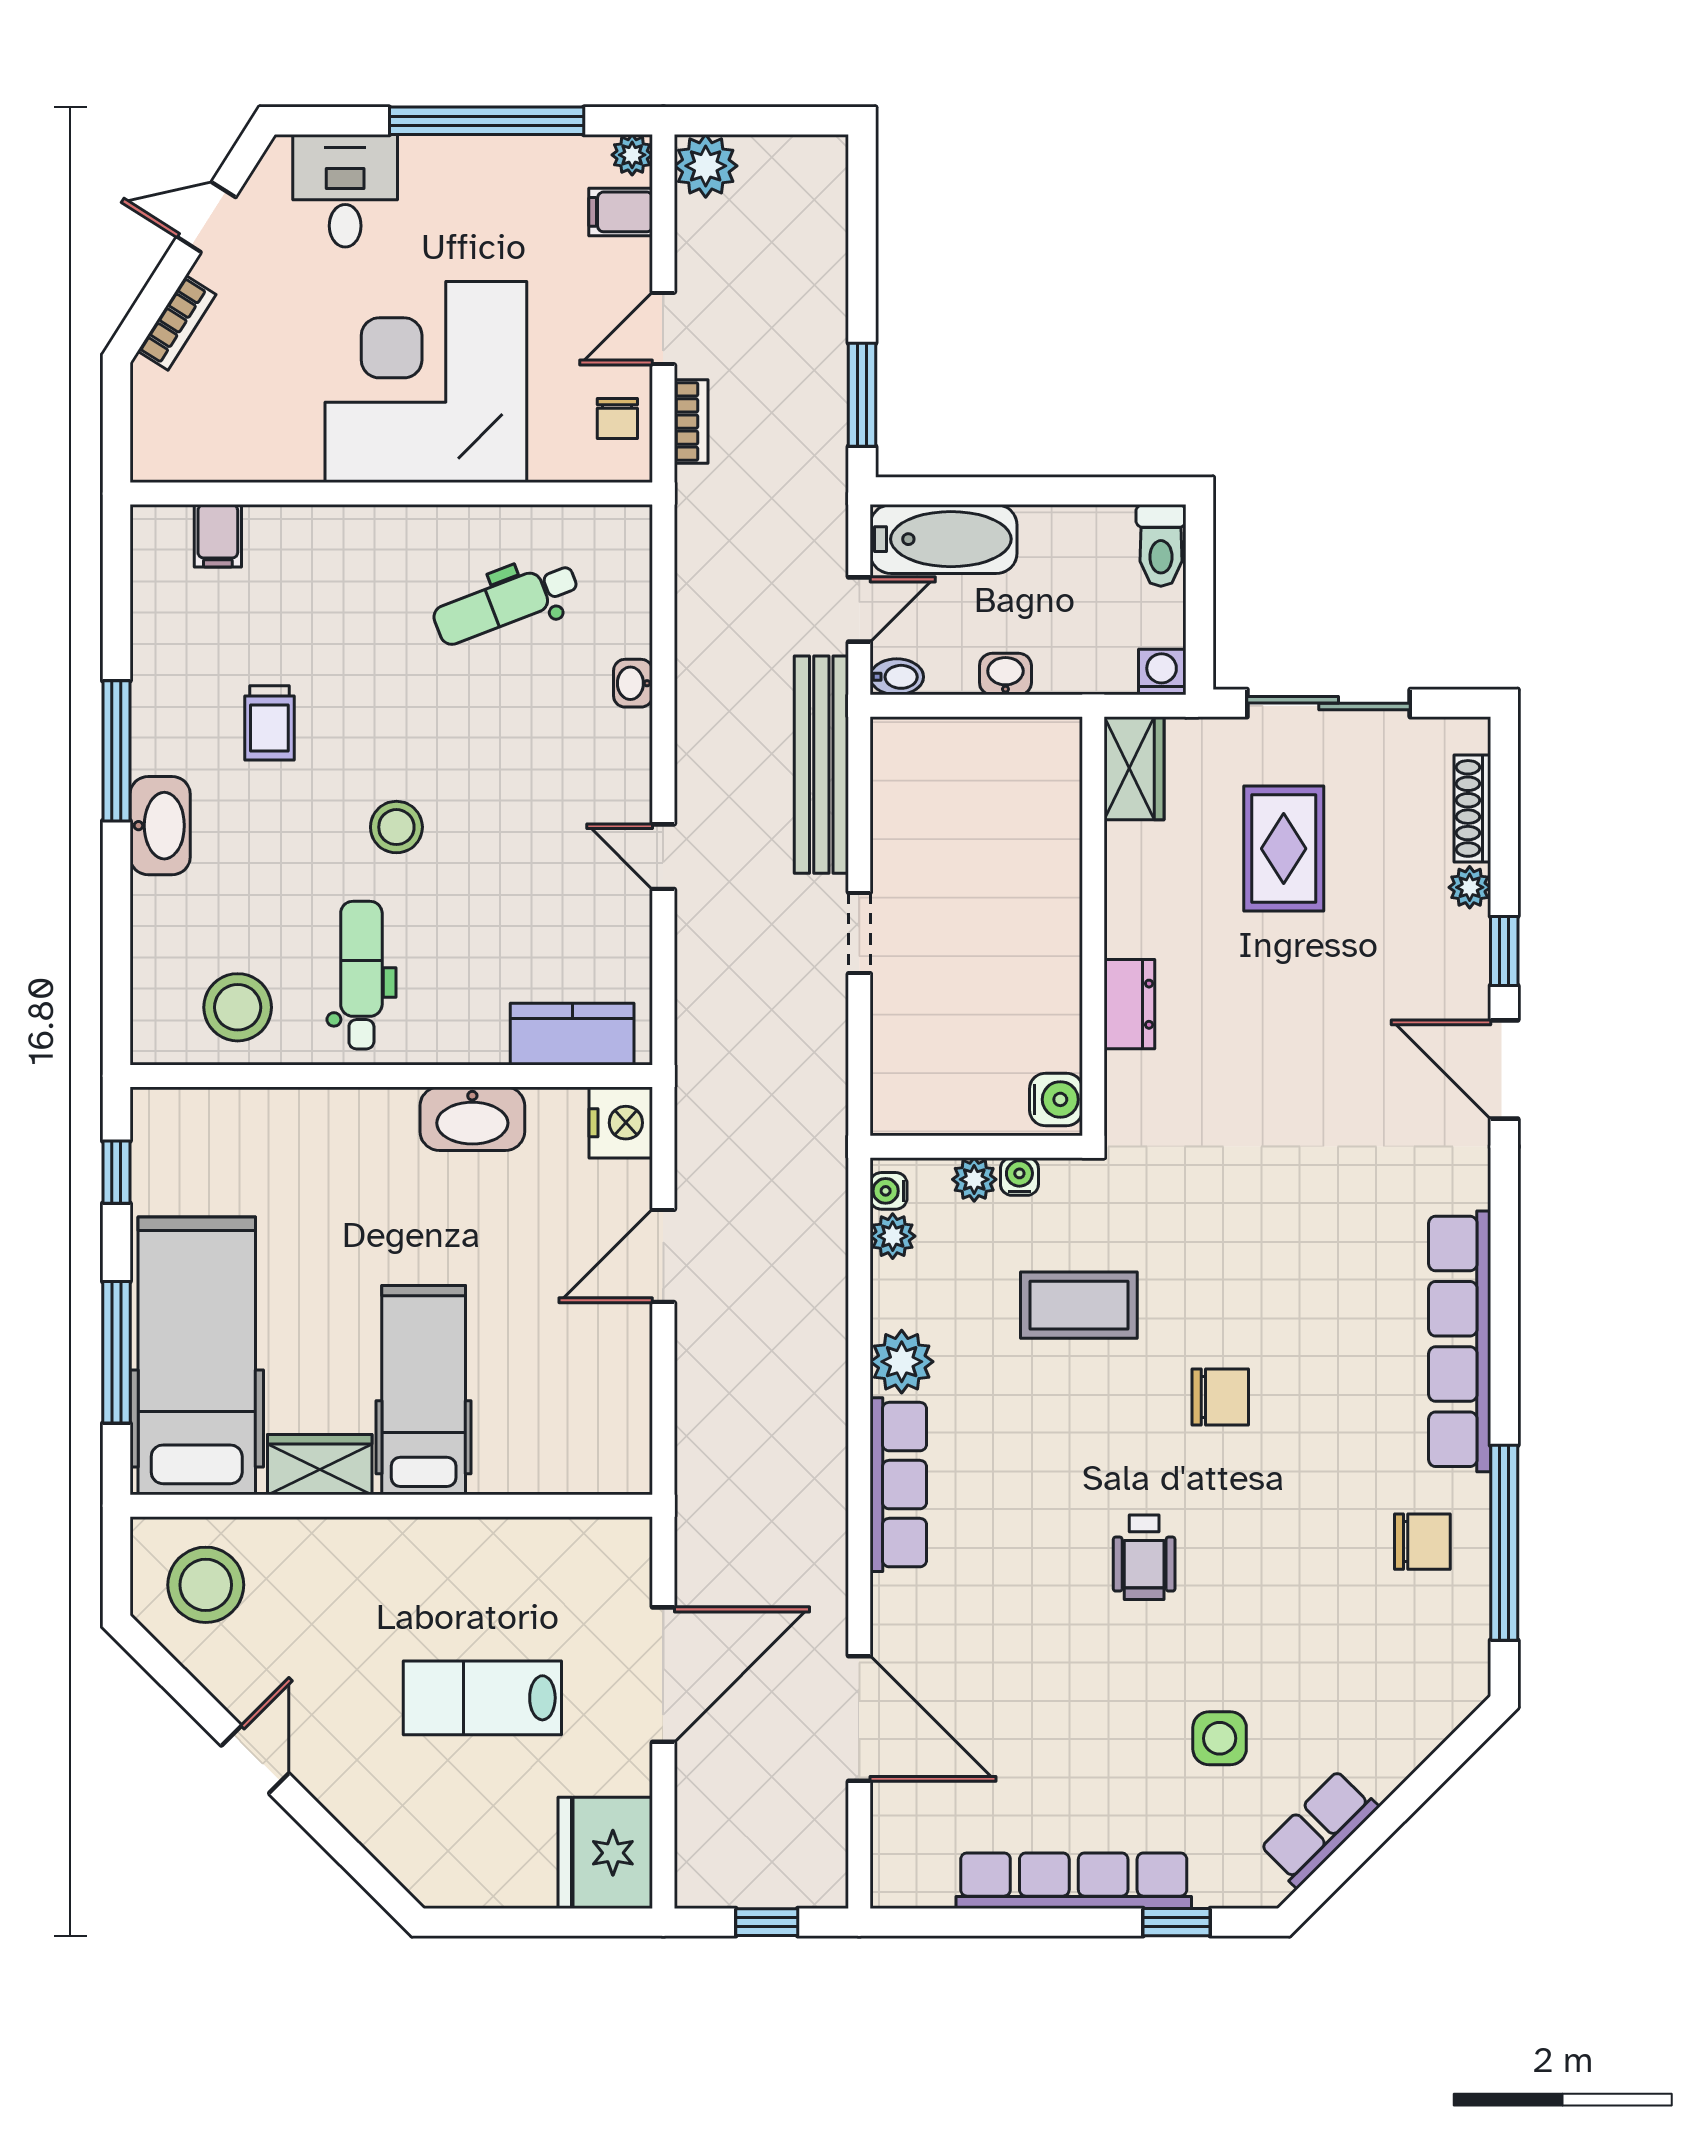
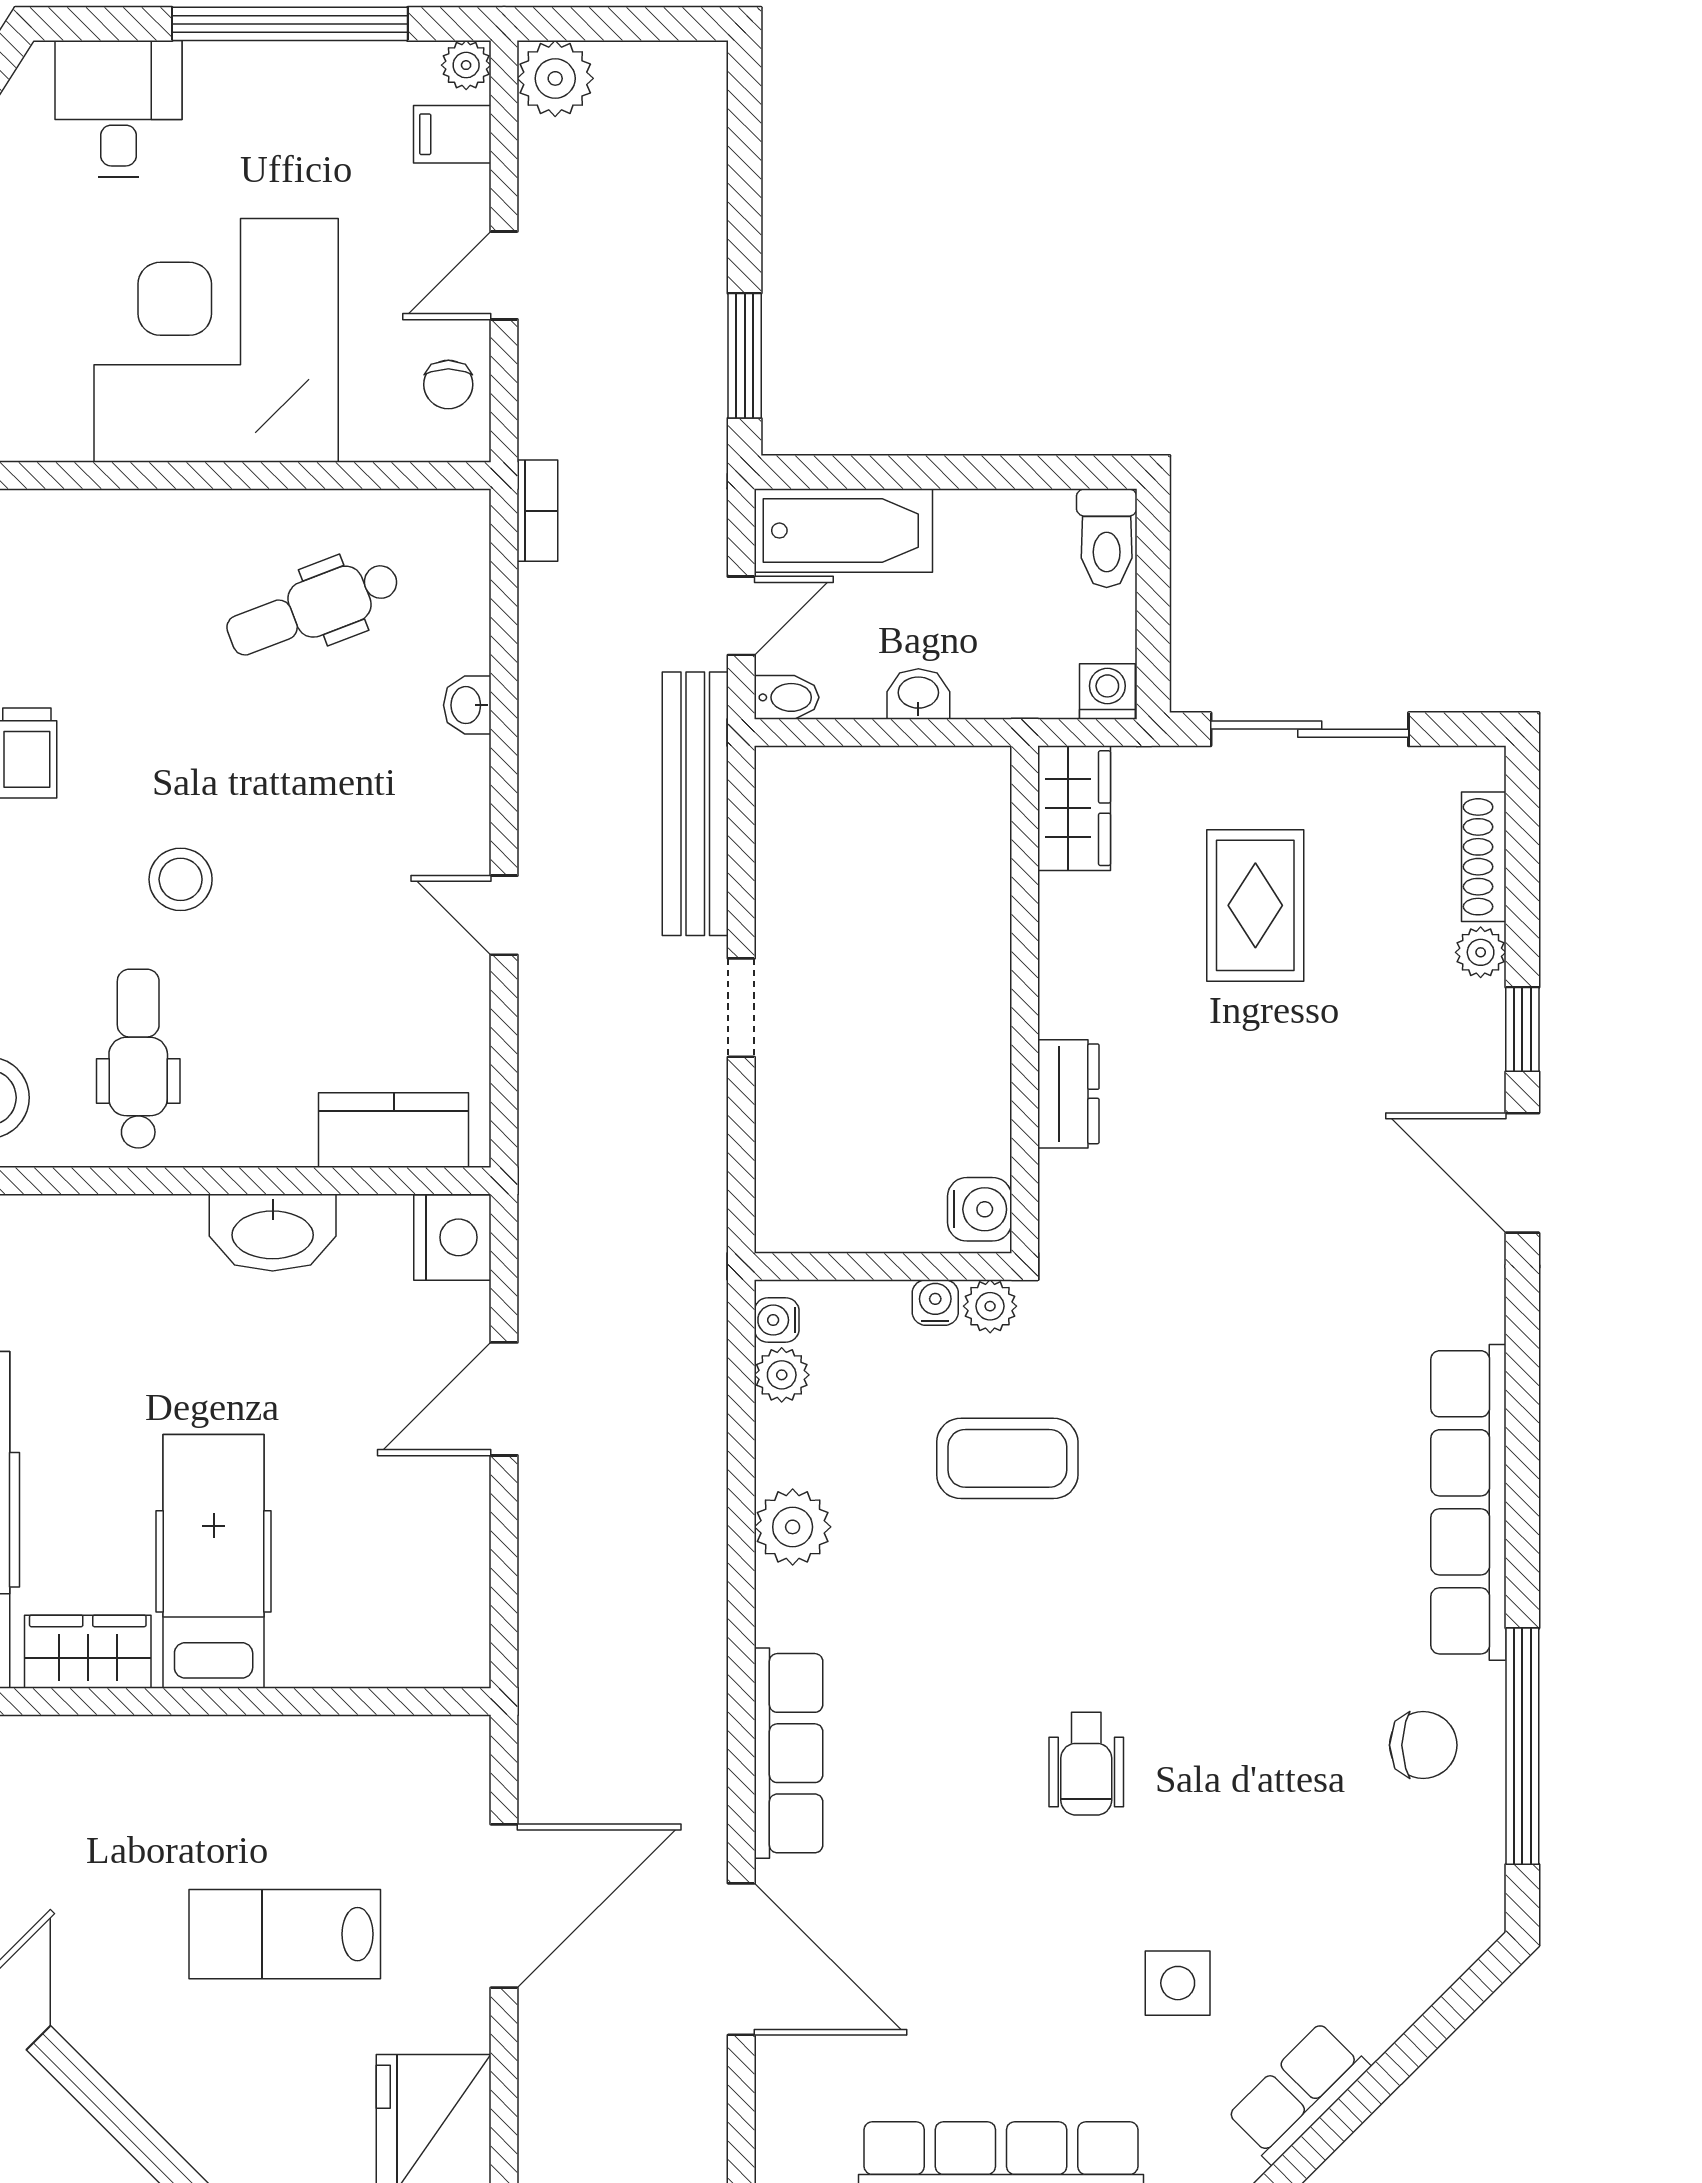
bookcase: (691, 422) -> (537, 511), moved
plant: (974, 1179) -> (990, 1306), moved
chair: (1220, 1397) -> (1178, 1570), removed
row of seats: (898, 1485) -> (789, 1753), moved

